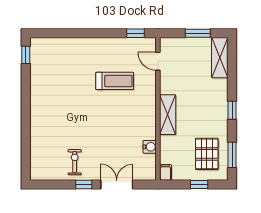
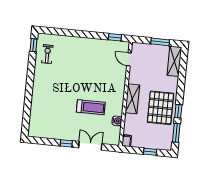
treadmill: (115, 81) -> (91, 107), moved
window: (232, 110) -> (178, 111), moved
pallet: (207, 154) -> (160, 108), moved, width x1.37, depth x1.41
exercise bike: (75, 162) -> (47, 54), moved

